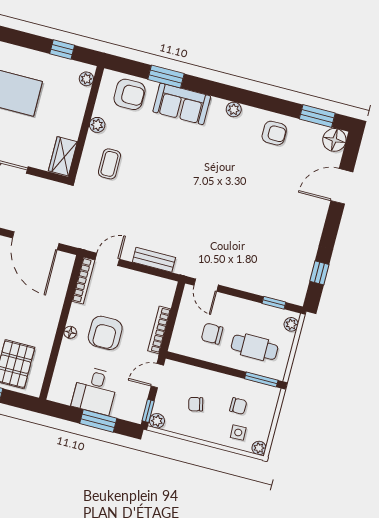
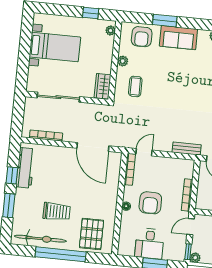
armchair: (129, 94) -> (142, 37), turned 90
bench: (154, 260) -> (187, 149), moved

